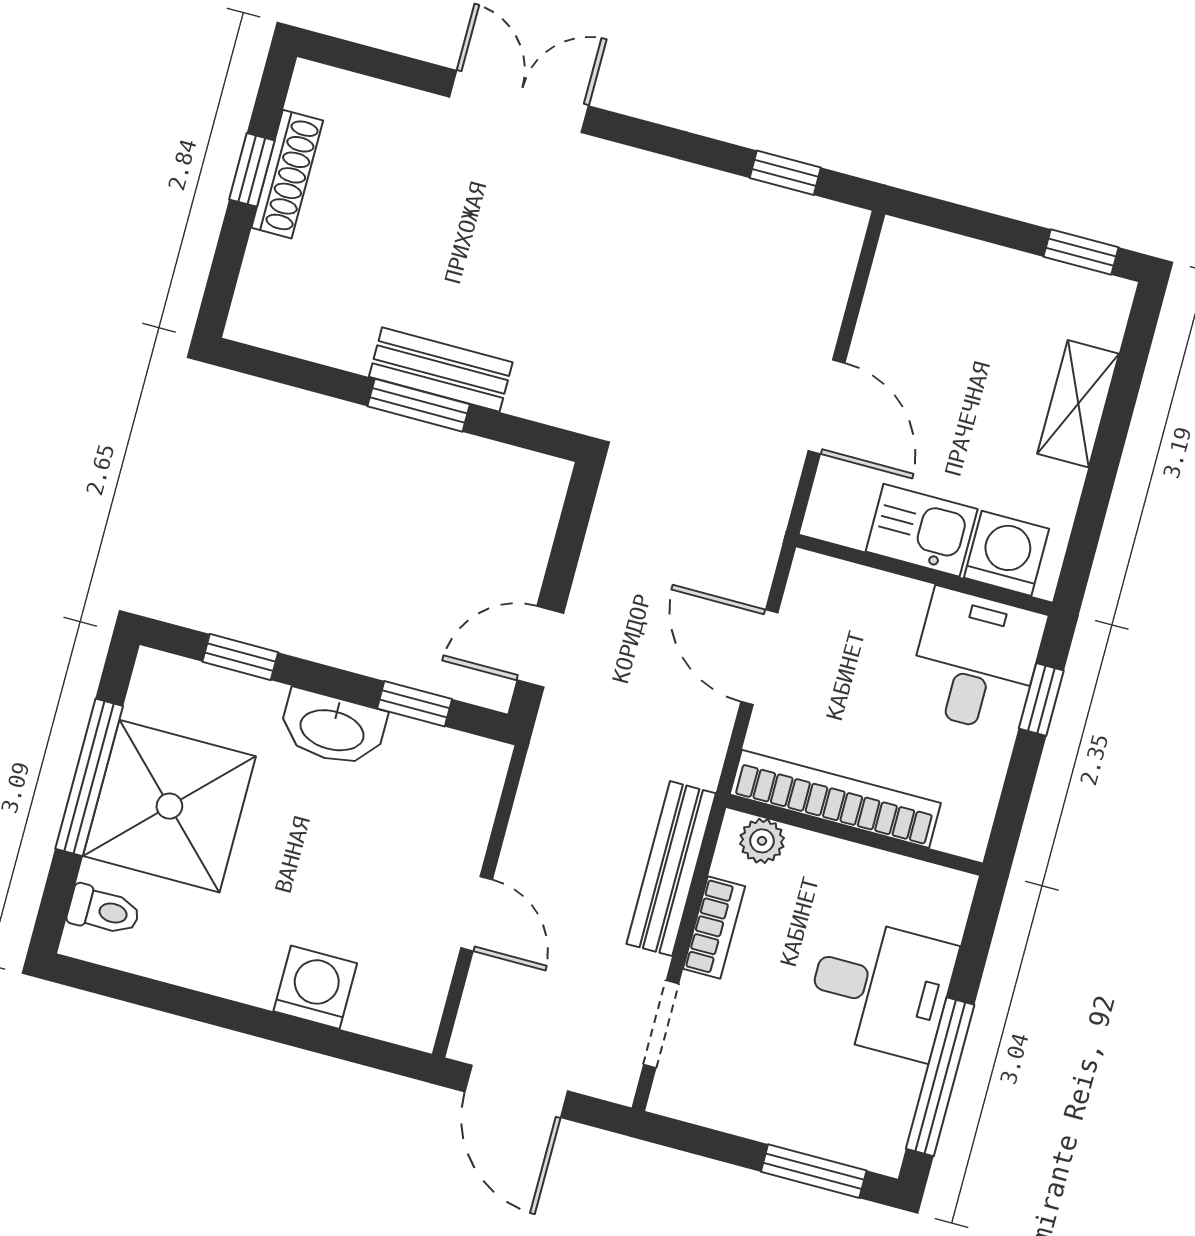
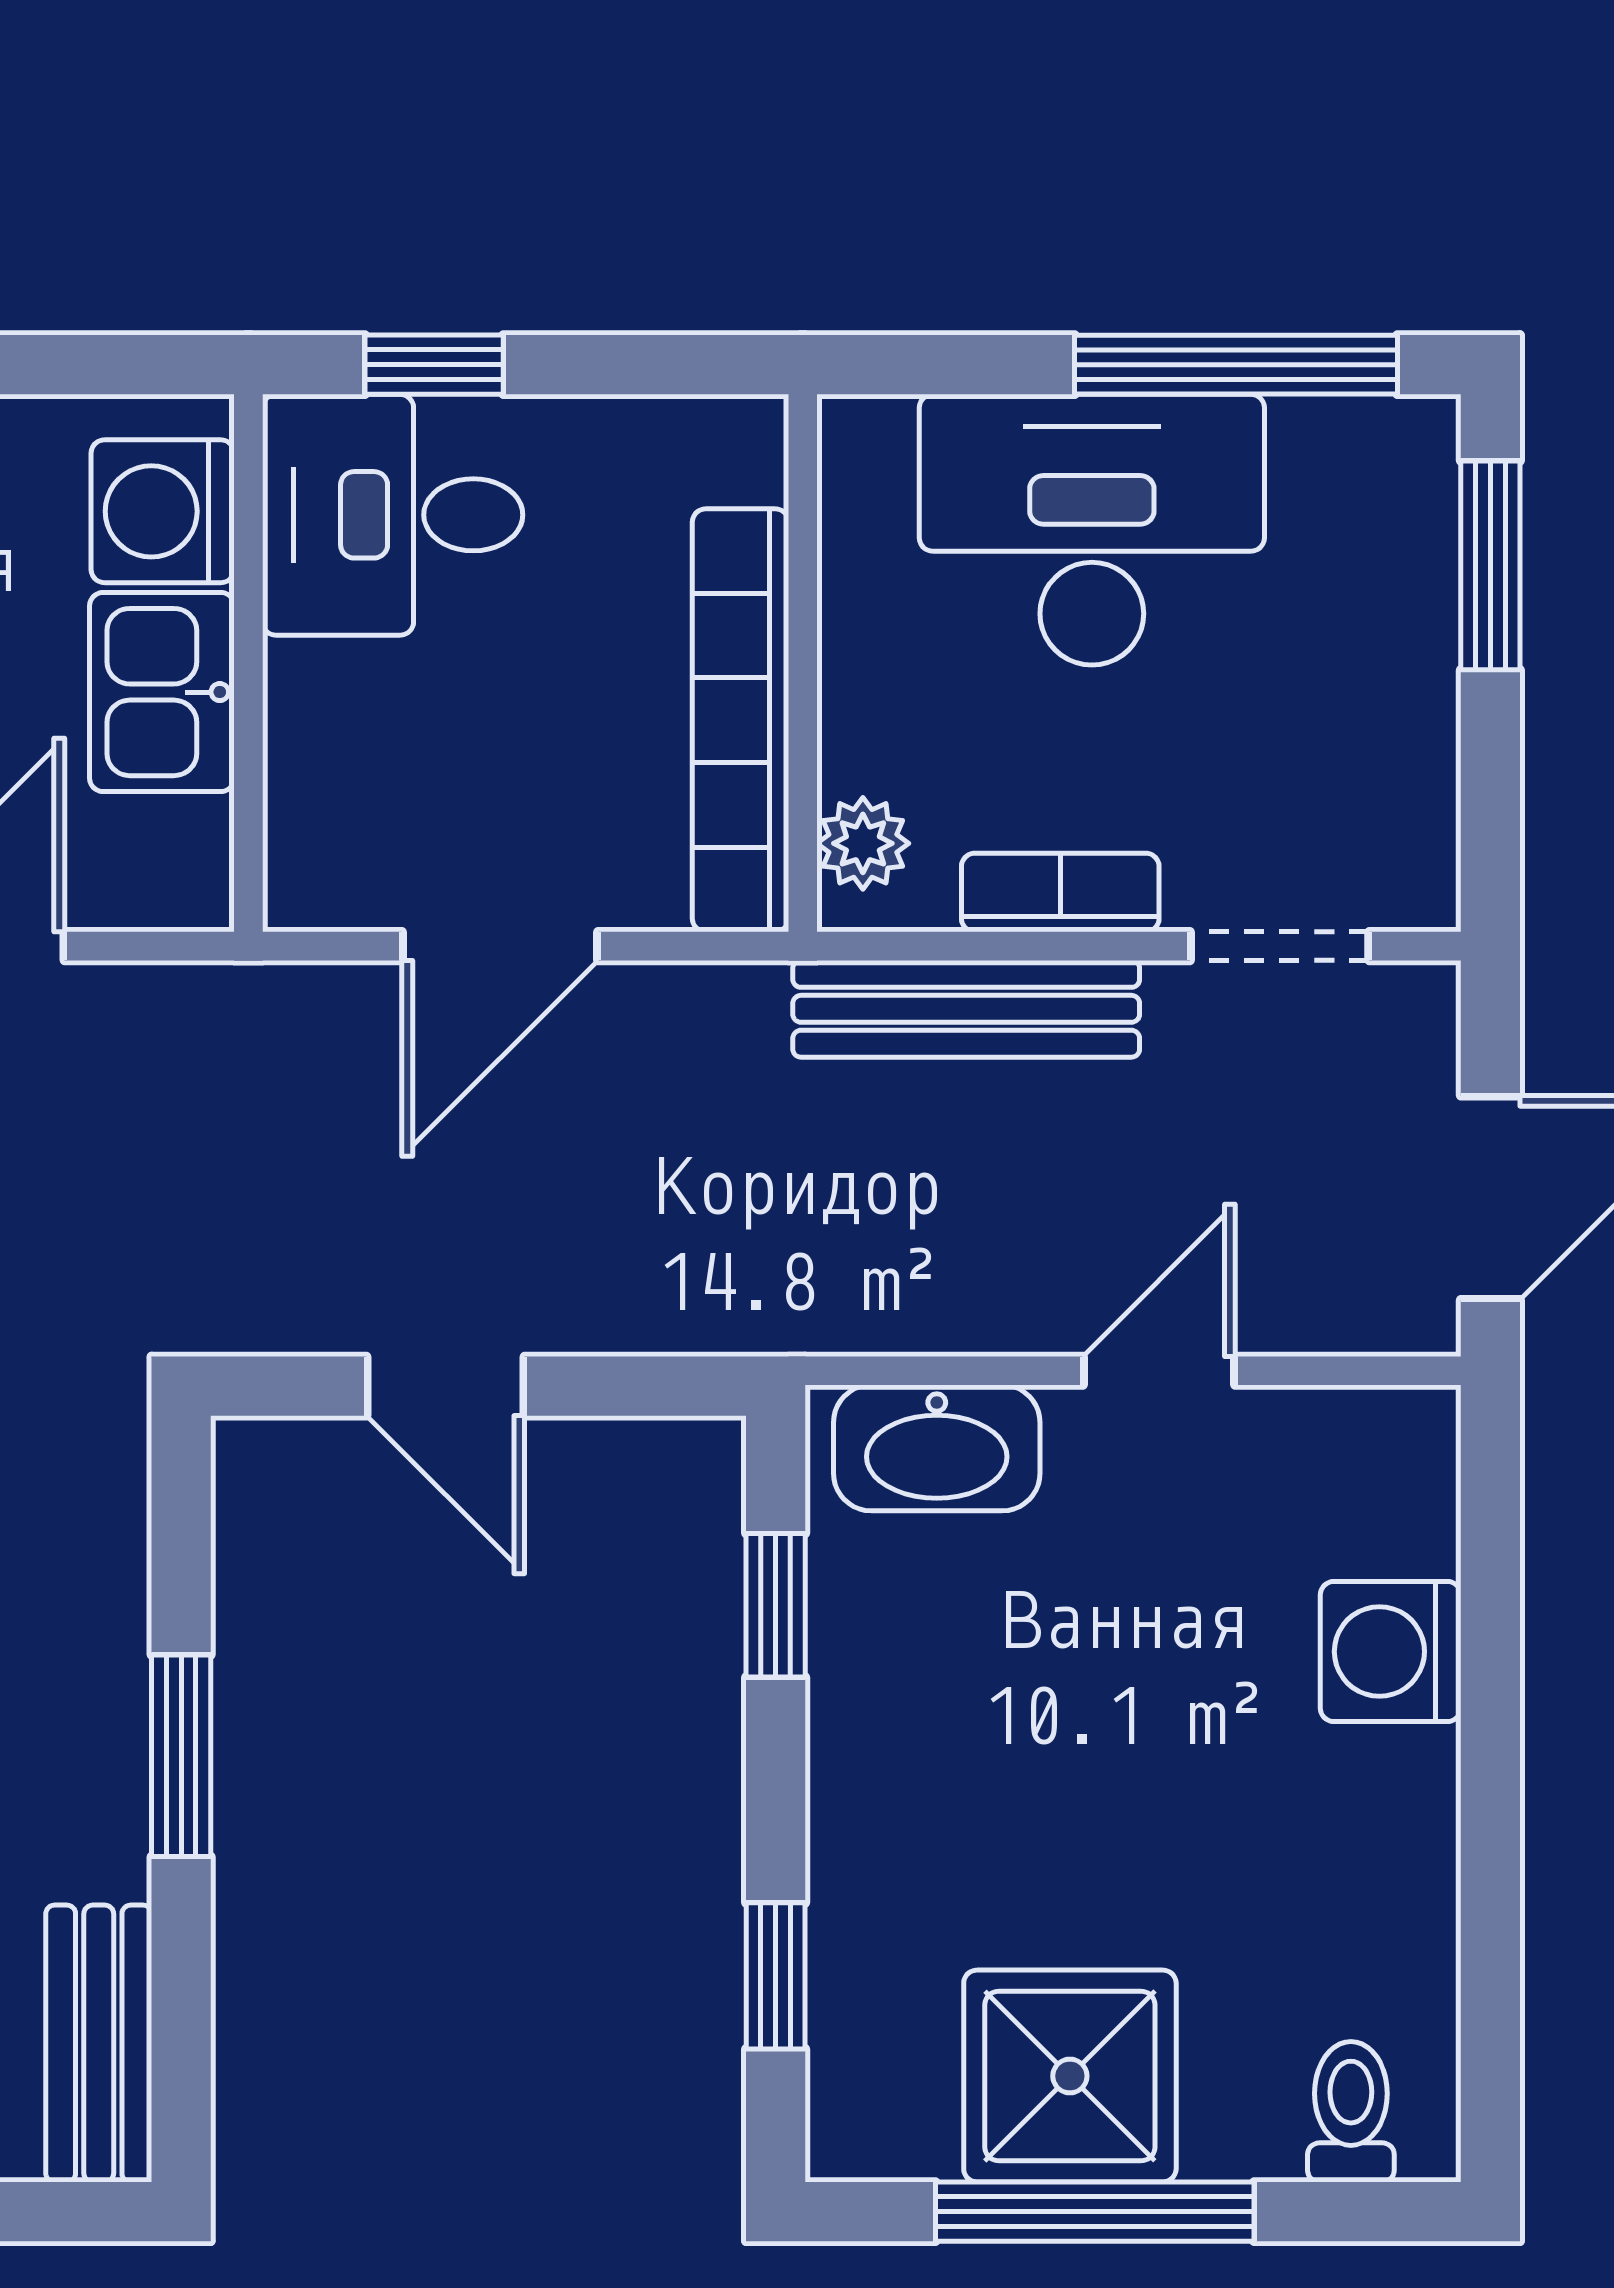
bench: (441, 370) -> (99, 2044), moved
door: (540, 647) -> (445, 1386), moved
washbasin: (332, 728) -> (937, 1448), moved, turned 90
shower: (169, 806) -> (1070, 2076), width x0.73, depth x0.73
desk: (881, 988) -> (1092, 530), width x1.37

